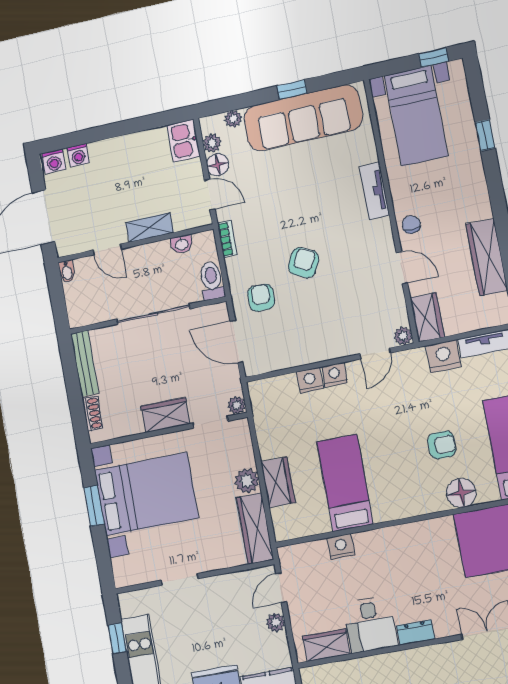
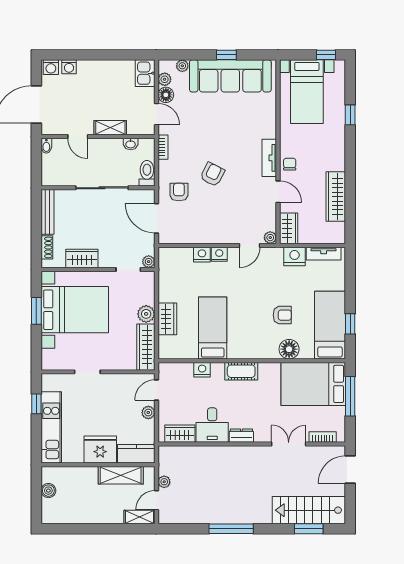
tv unit: (374, 191) -> (269, 158), moved
wardrobe: (166, 415) -> (82, 258), moved
cot: (398, 538) -> (241, 371), added

